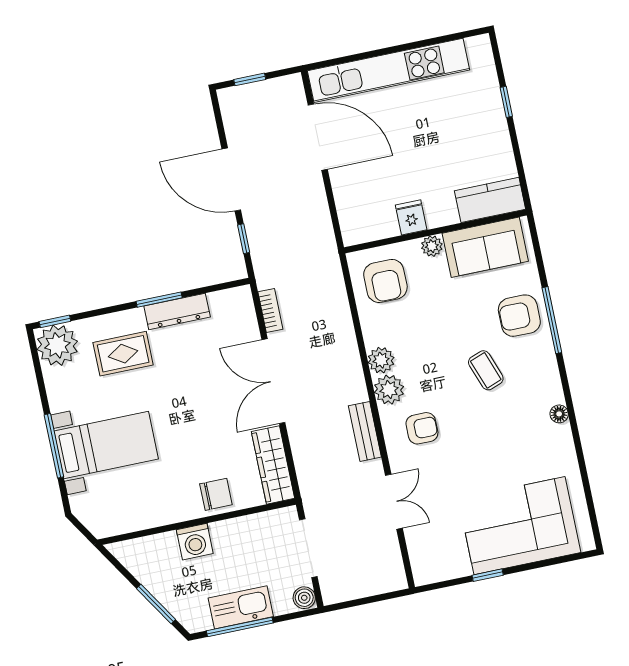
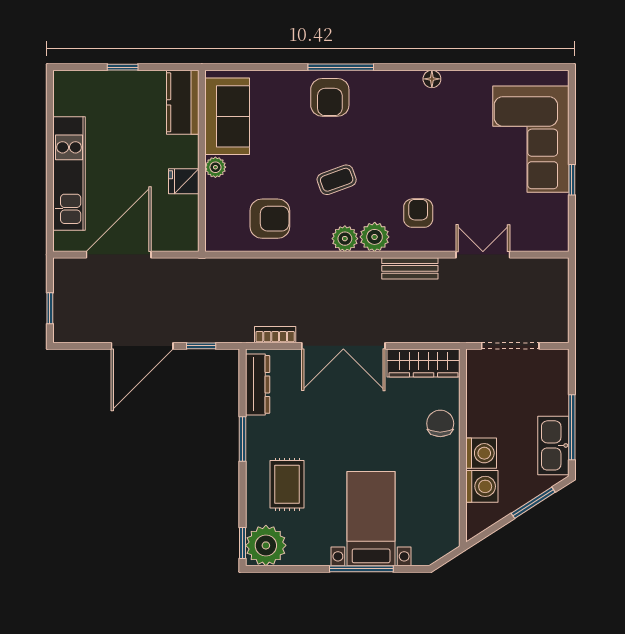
kitchen unit: (389, 70) -> (69, 174), width x0.73
kitchen counter: (490, 200) -> (183, 102), moved
fridge: (411, 217) -> (184, 181), moved
wall: (435, 231) -> (202, 161), moved
plant: (432, 246) -> (215, 167), moved
sofa: (485, 247) -> (227, 116), moved
dresser: (177, 312) -> (258, 384), moved
coffee table: (486, 370) -> (337, 180), moved
washing machine: (162, 549) -> (482, 486), added
boiler: (304, 598) -> (557, 360), removed
kitchen sink: (241, 607) -> (553, 445), moved

